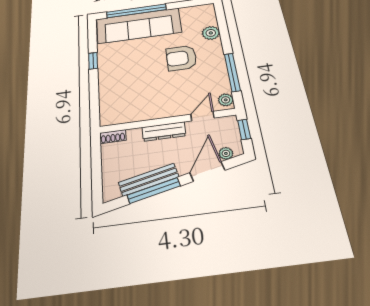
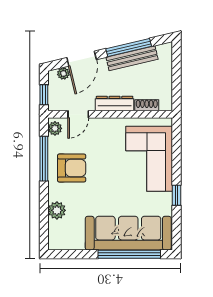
armchair: (181, 58) -> (72, 168), moved
corner sofa: (122, 87) -> (149, 159), added
shoe rack: (113, 137) -> (147, 105), moved

